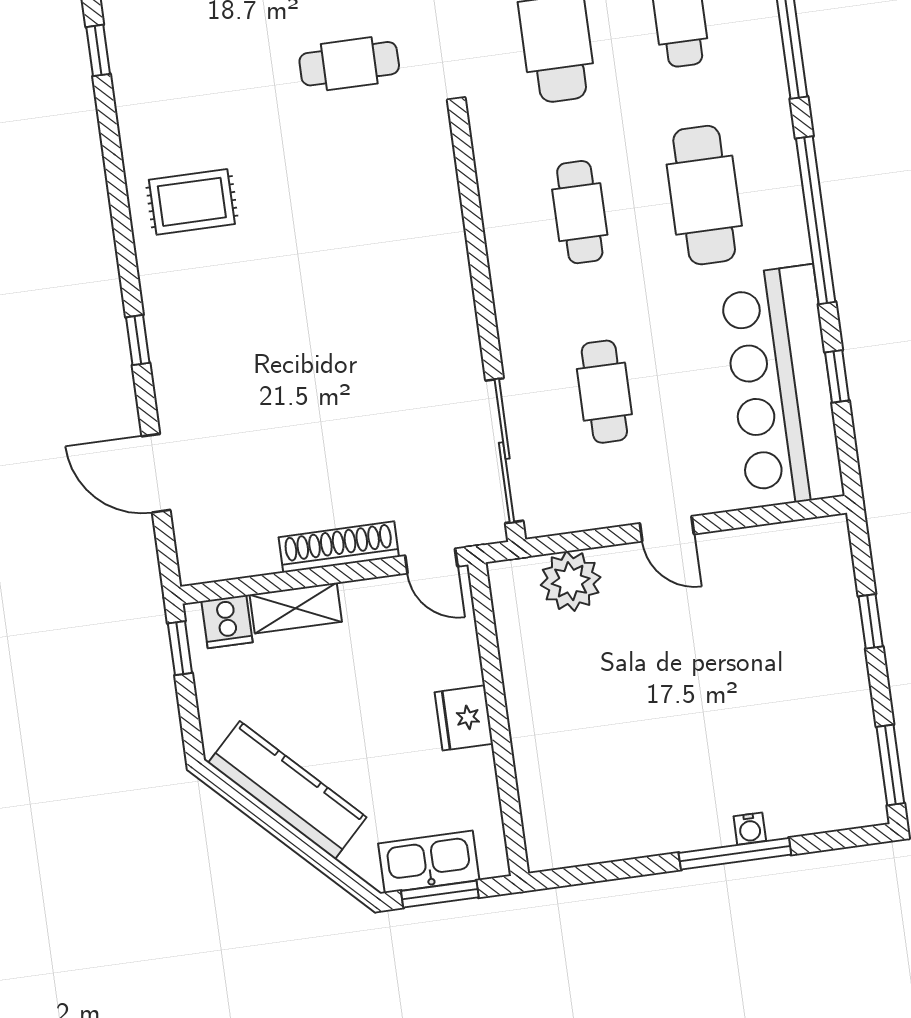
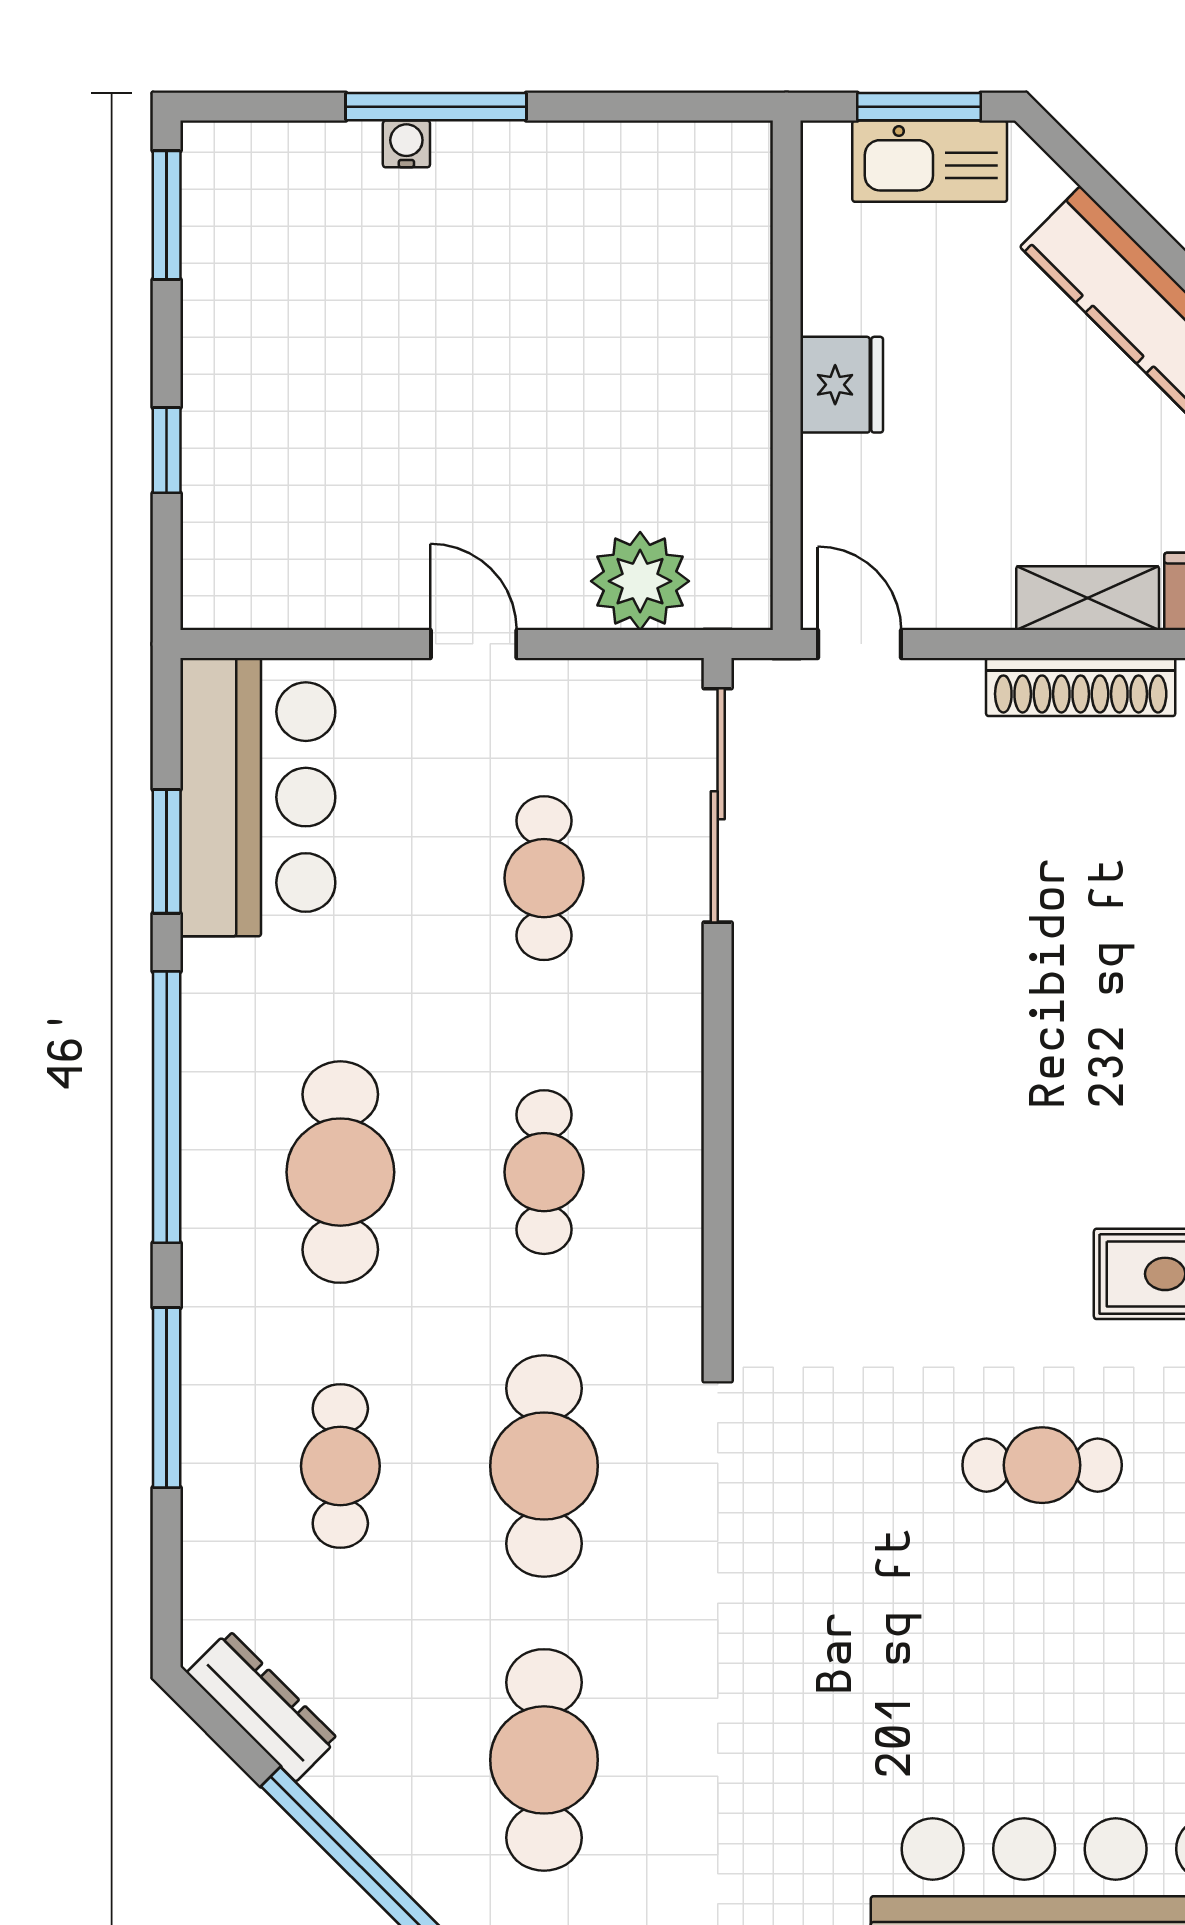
cafe table: (349, 64) -> (1042, 1465), moved
window: (837, 376) -> (167, 851), width x1.50
bar counter: (782, 386) -> (258, 797), width x0.73
shoe rack: (339, 547) -> (1081, 687), moved

